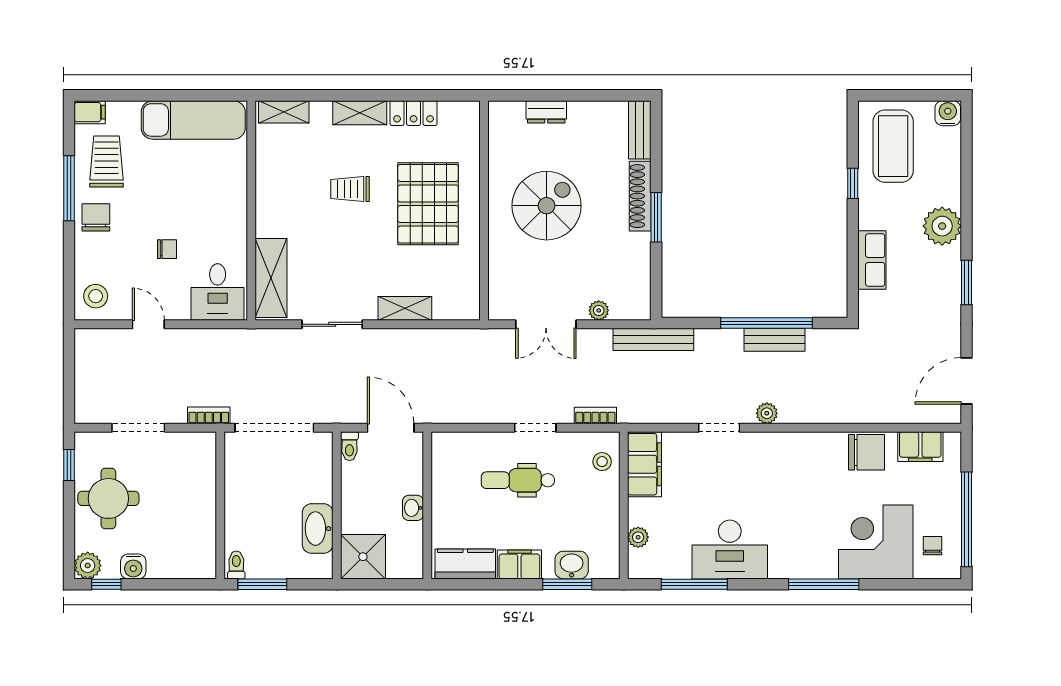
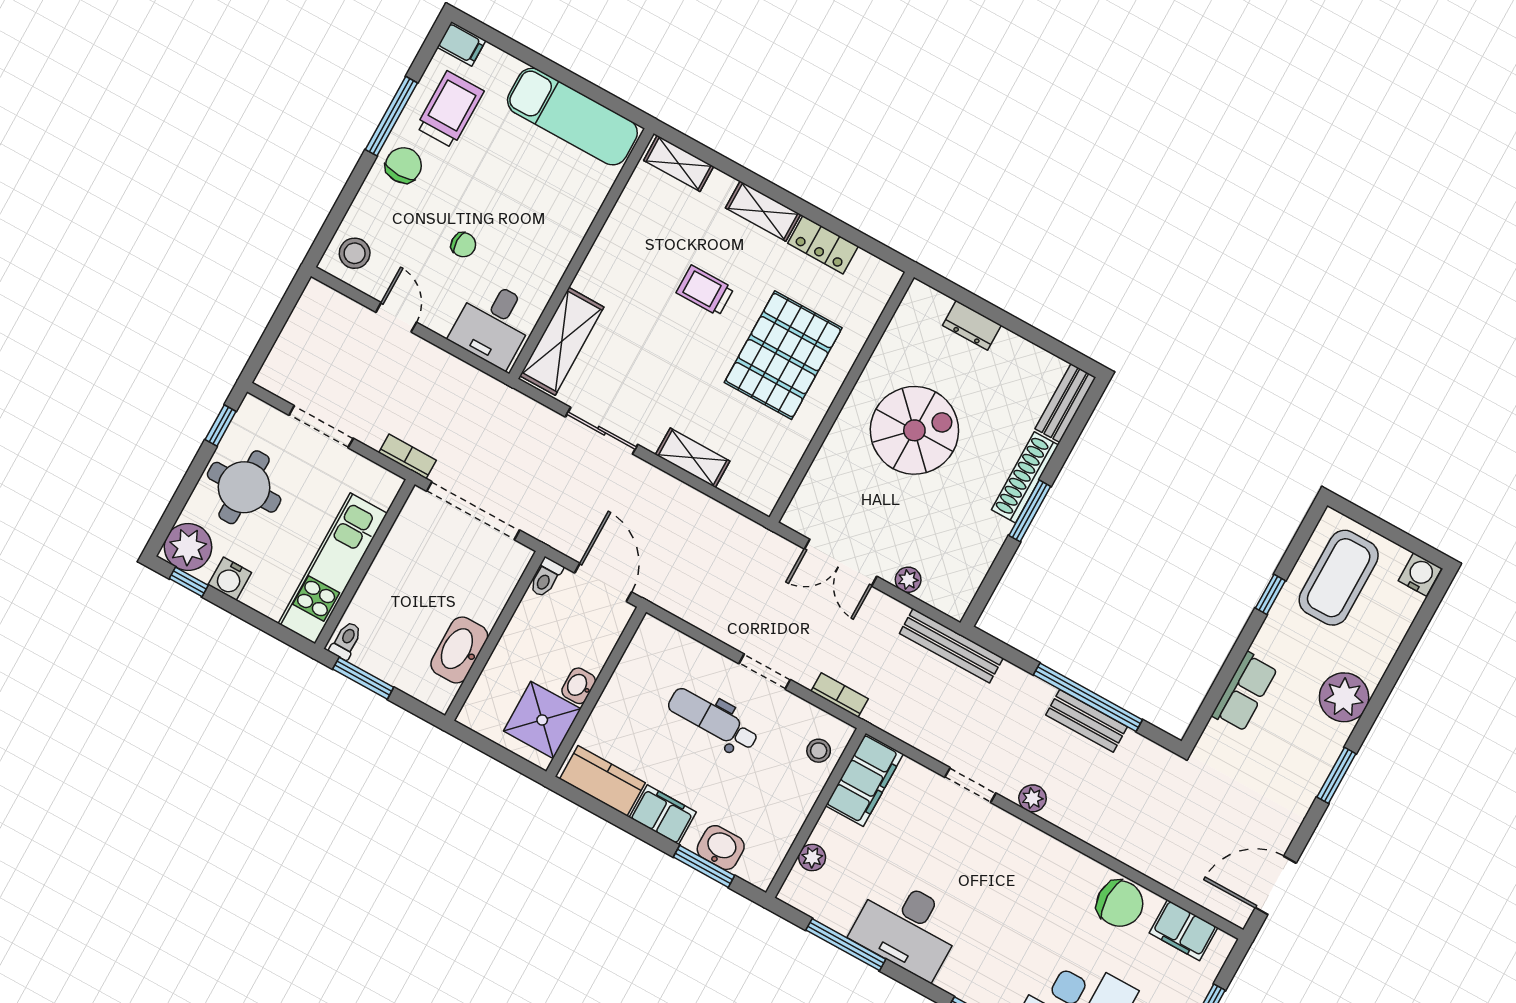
kitchen unit: (200, 520) -> (333, 568), added
shower: (363, 557) -> (542, 720), moved
plant: (88, 566) -> (188, 547), width x1.36, depth x1.36

